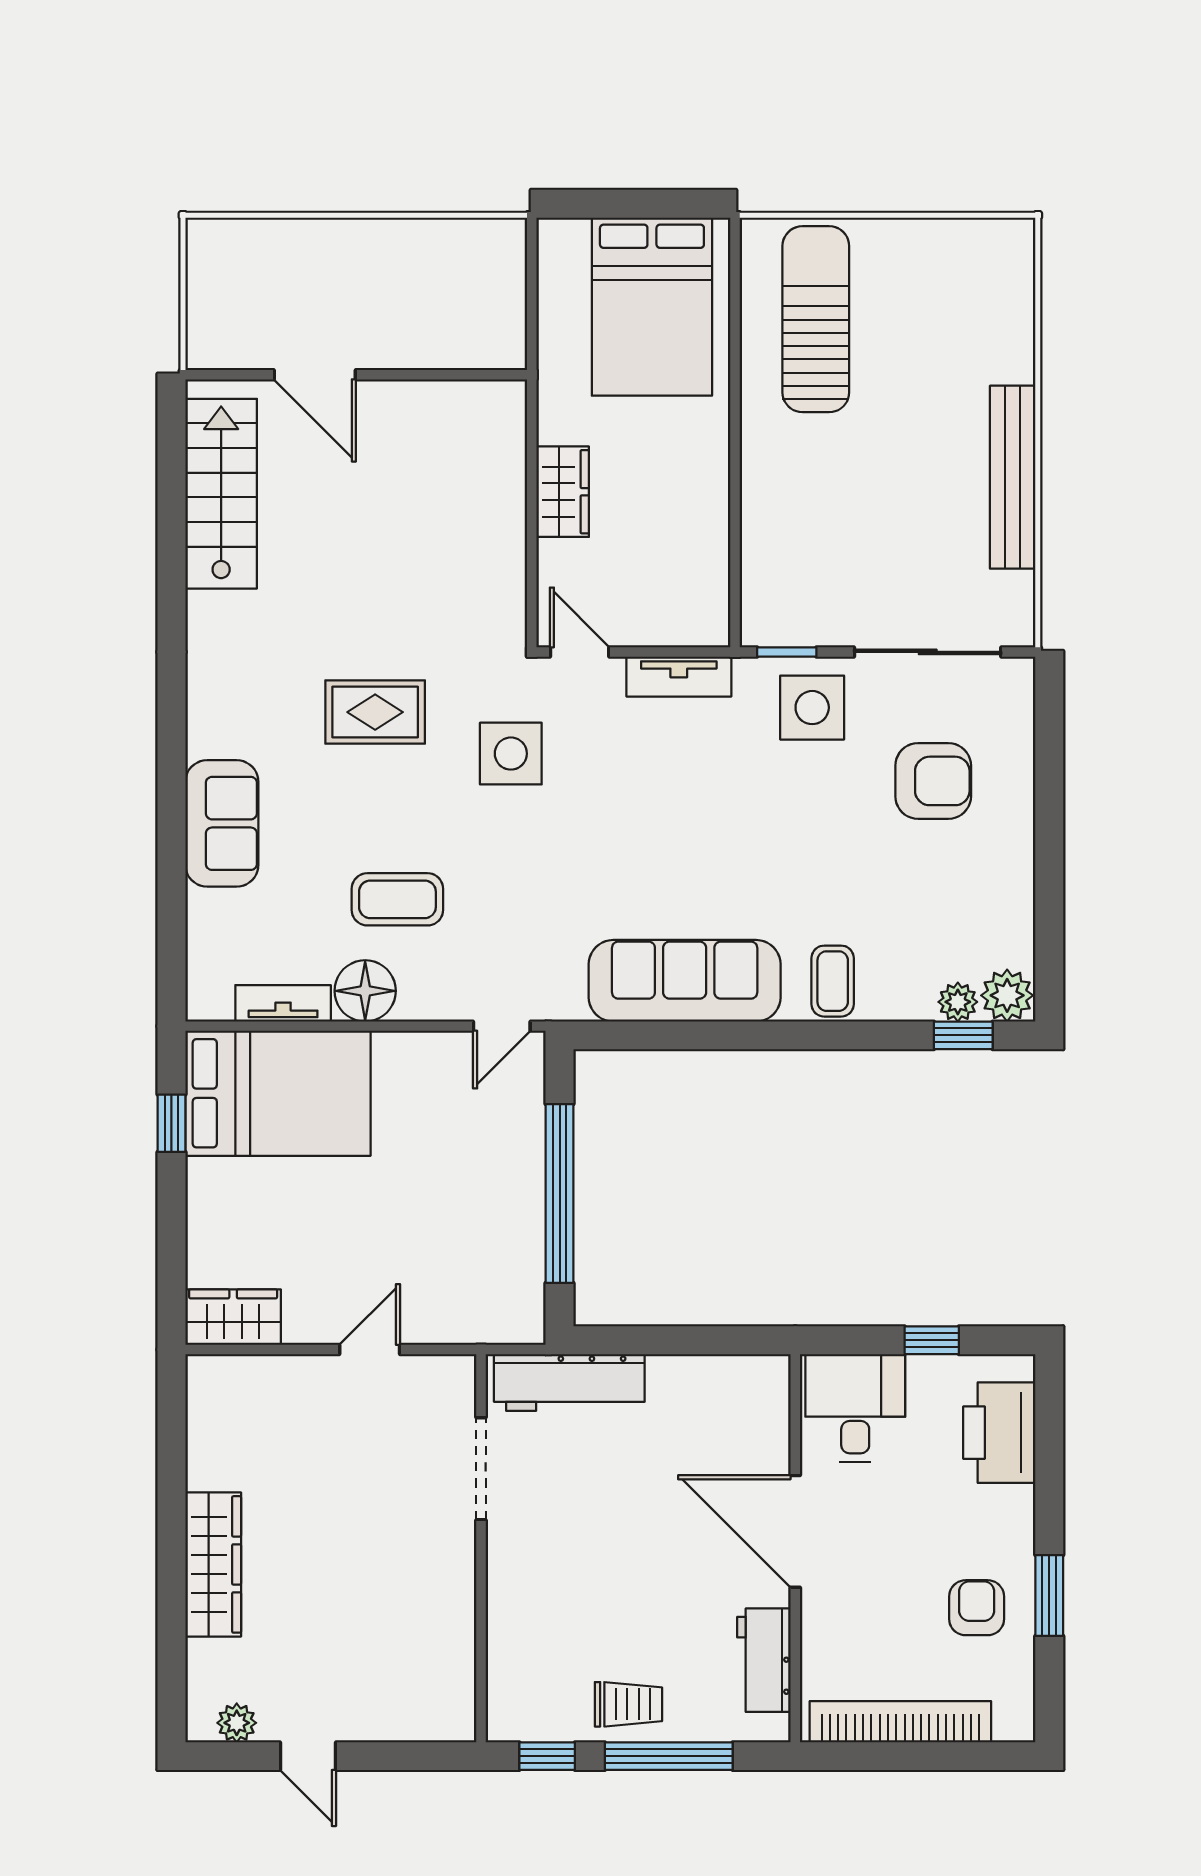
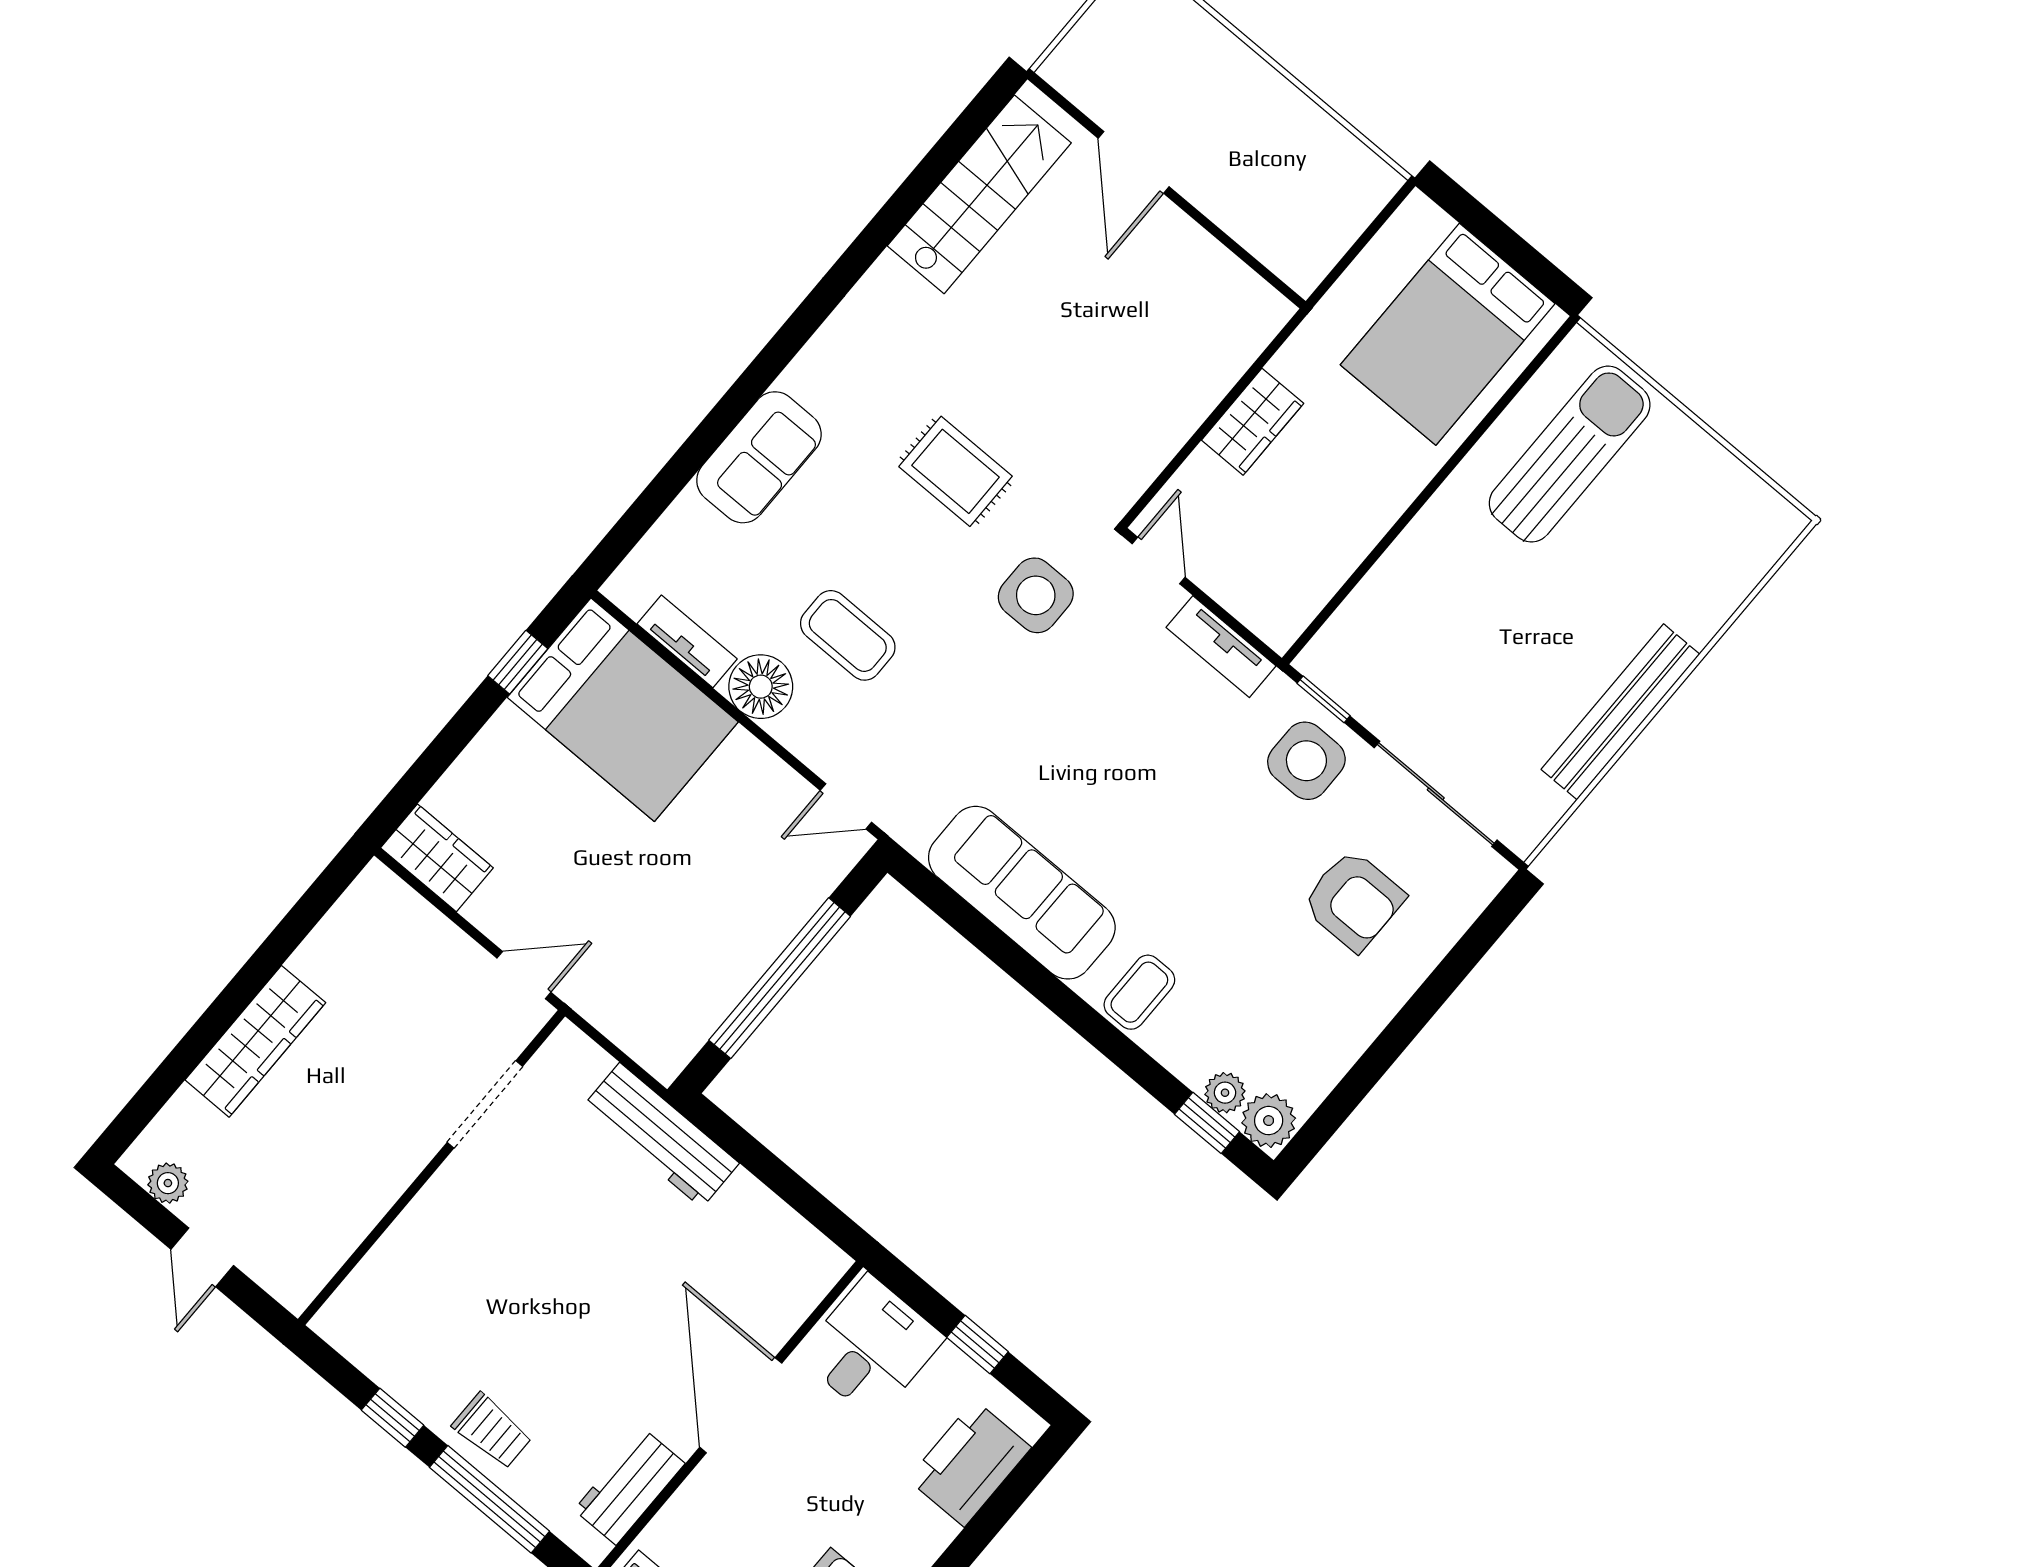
doorway: (481, 1469) -> (485, 1104), moved
wall: (481, 1548) -> (432, 1168), moved

